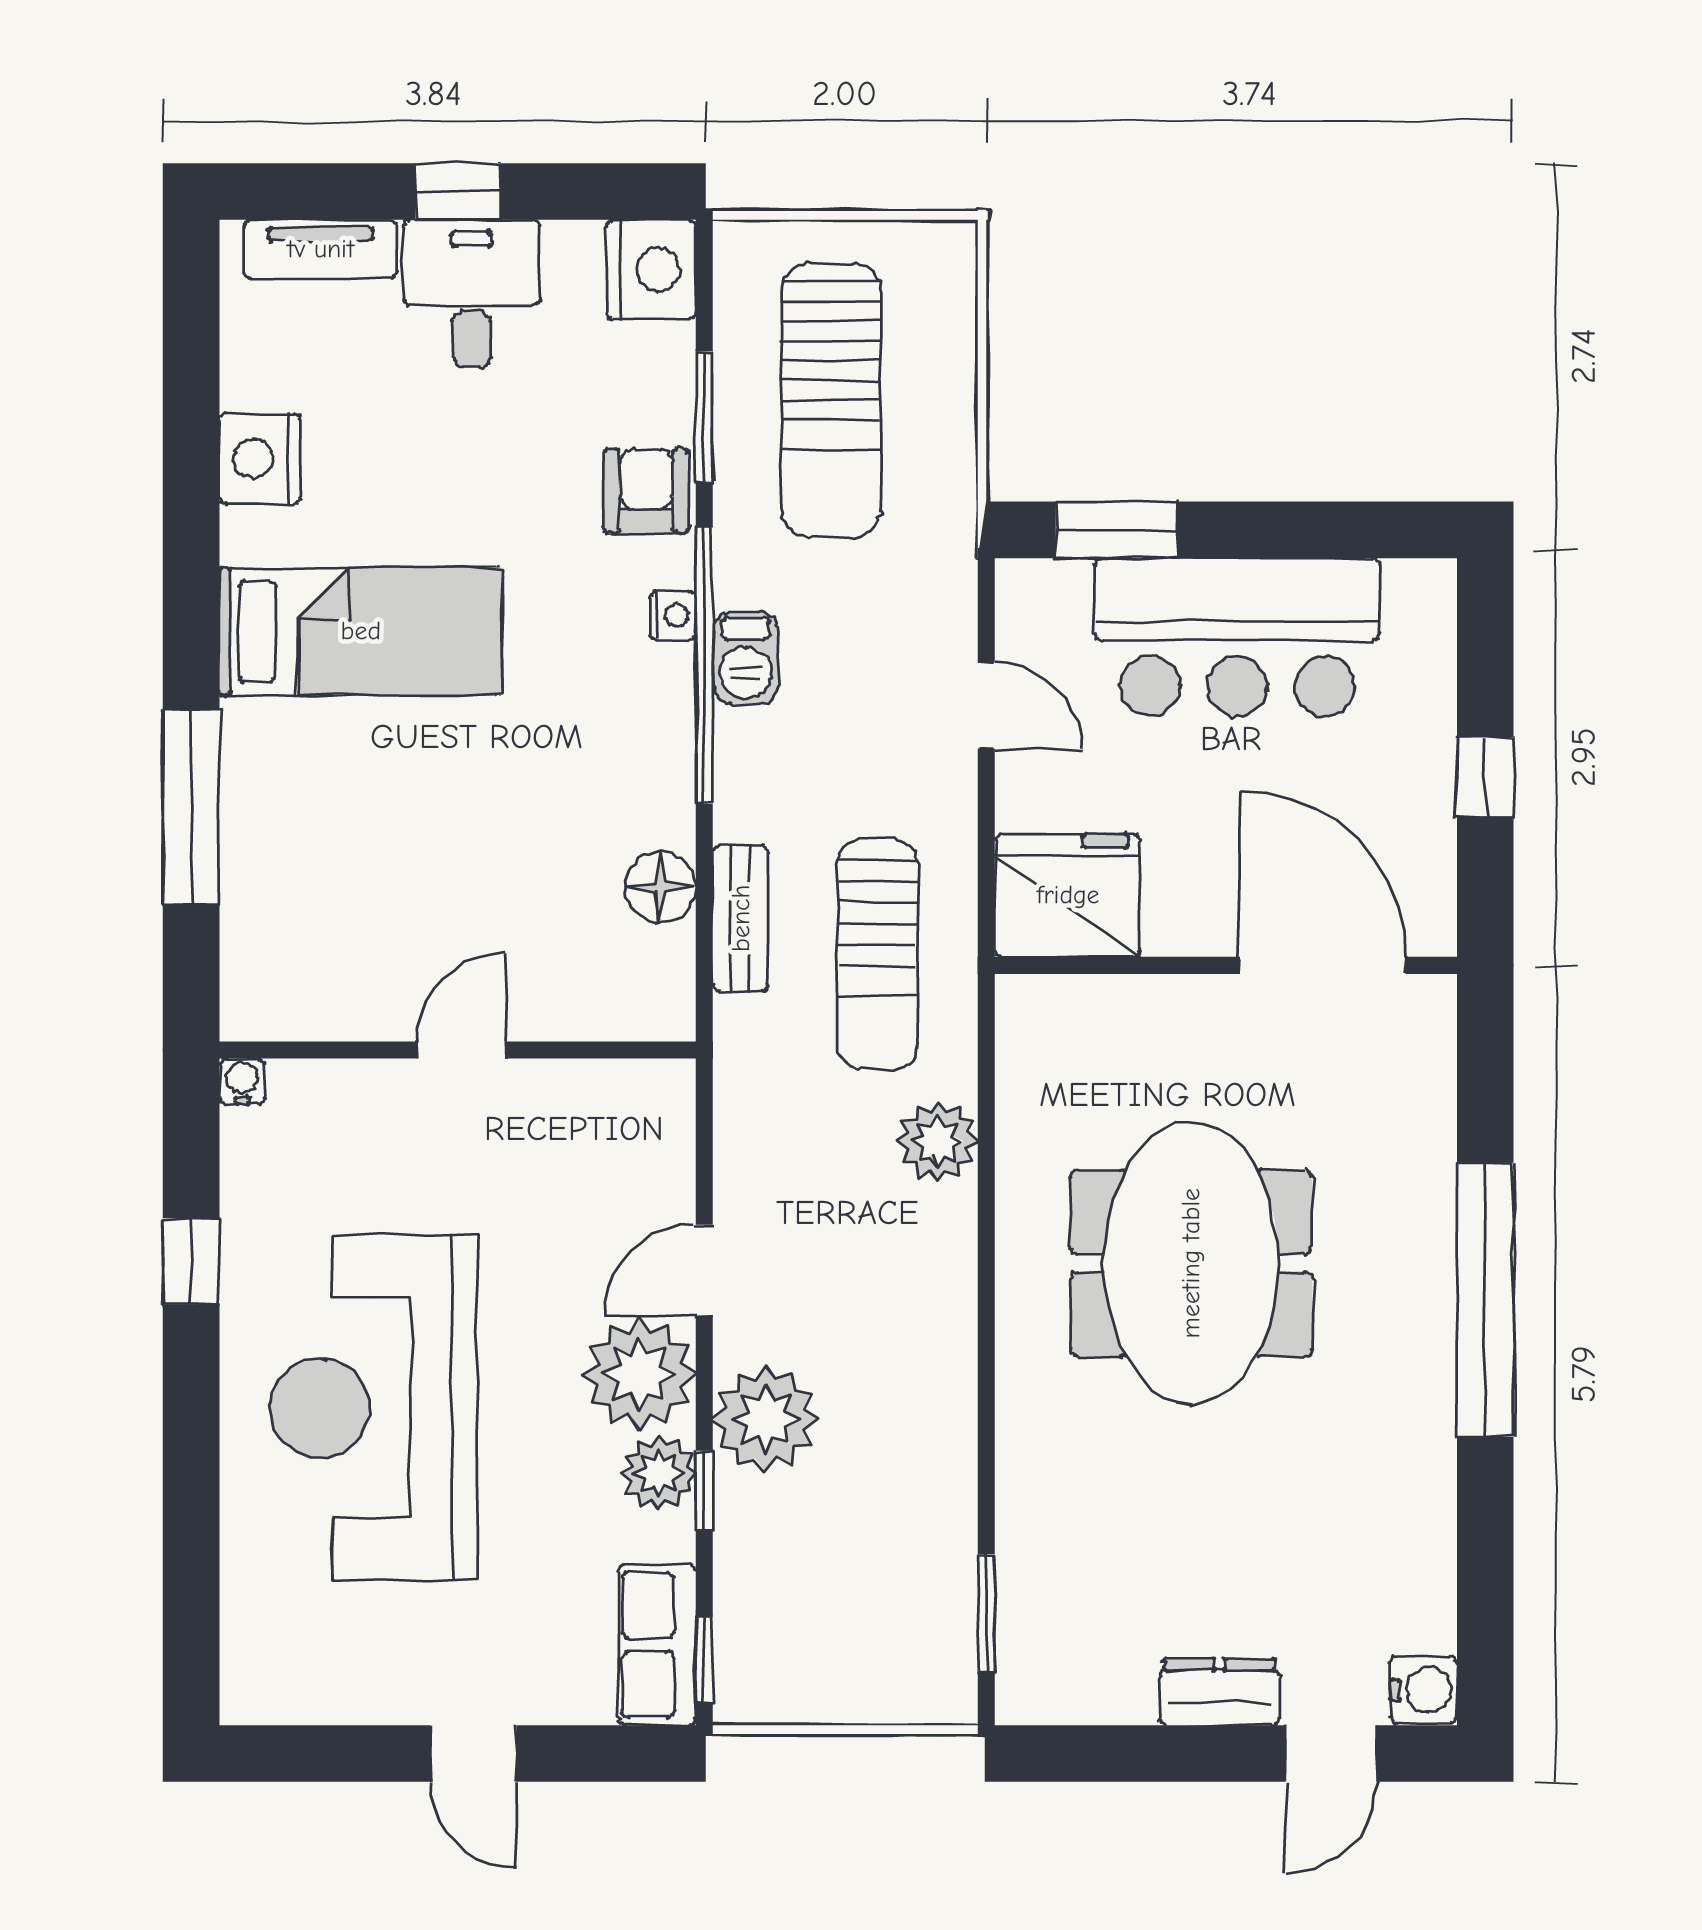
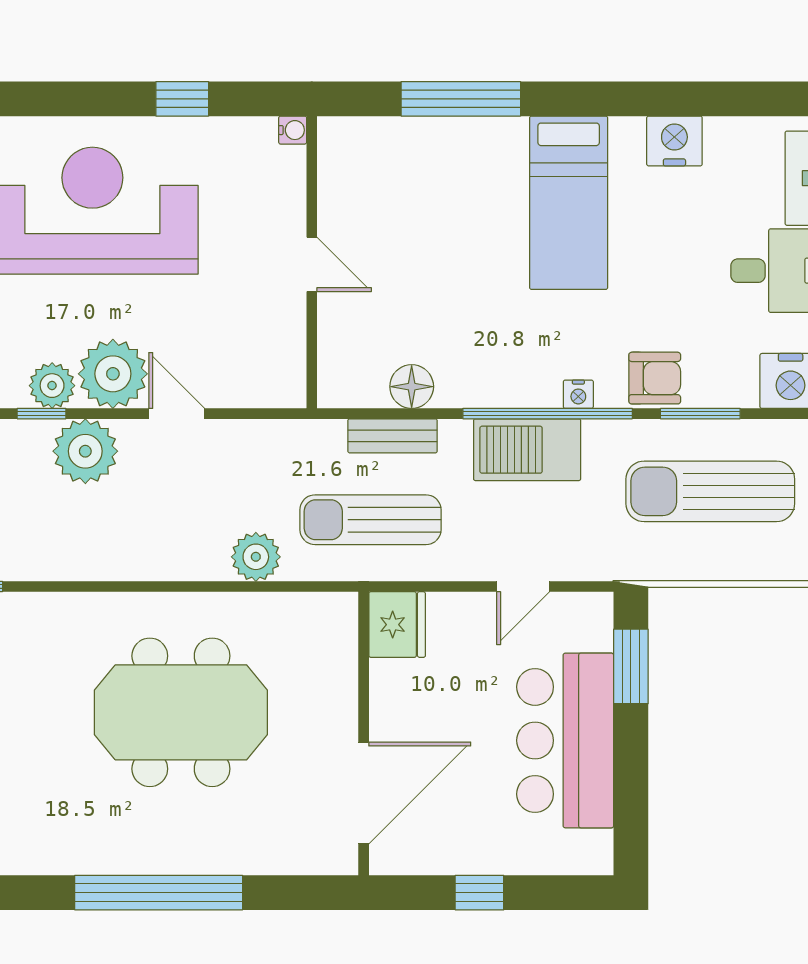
barbecue: (746, 658) -> (527, 450), width x1.88, depth x1.53
fridge: (1068, 895) -> (397, 625), width x0.73, depth x0.75

